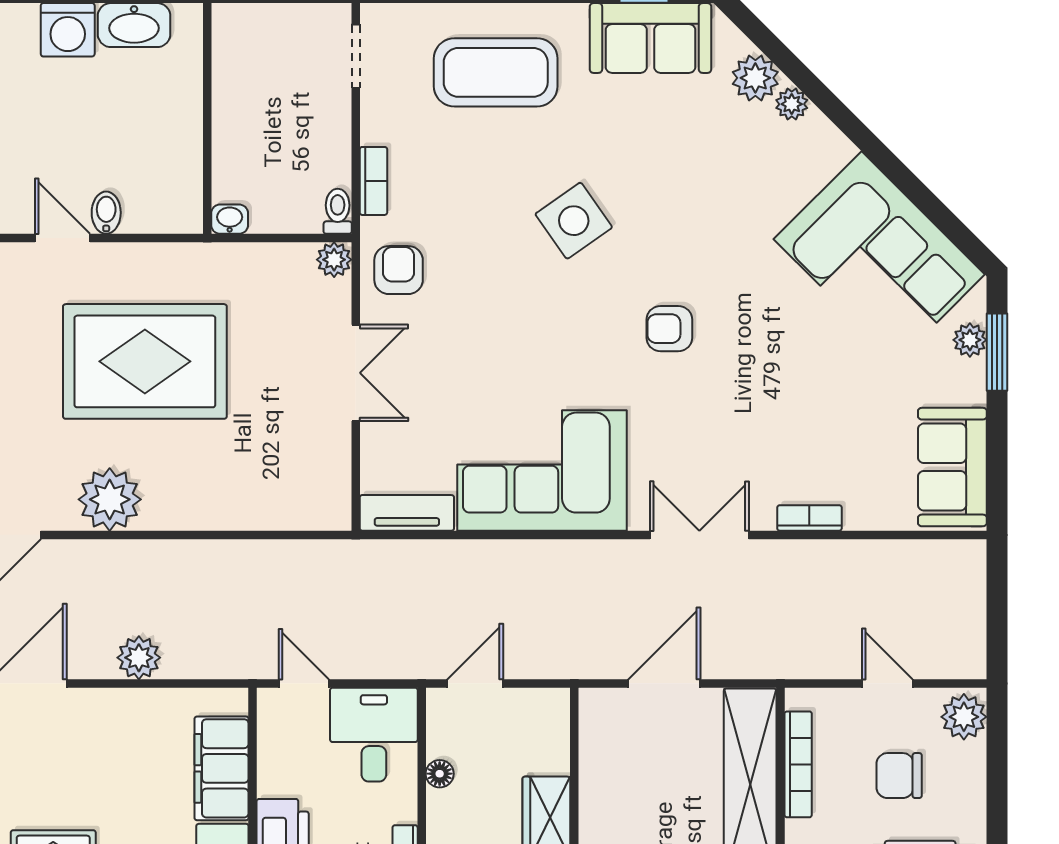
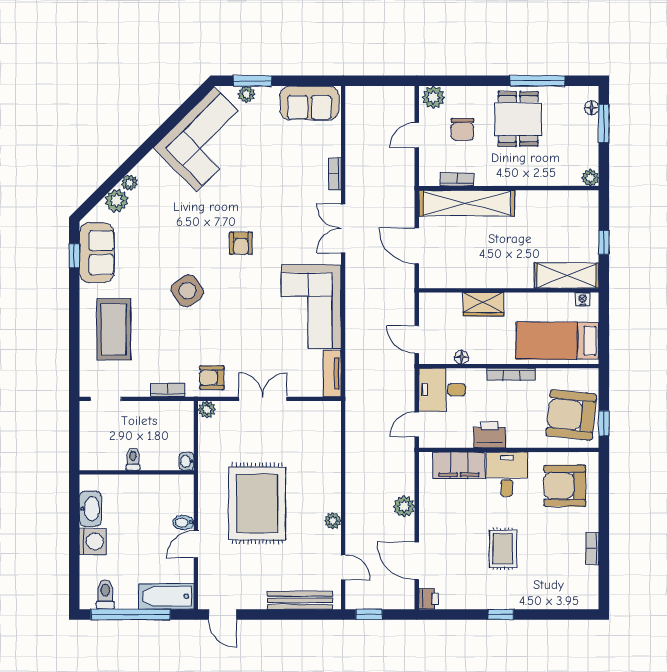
toilet: (338, 211) -> (133, 459), moved, turned 90
plant: (110, 499) -> (333, 521), width x0.53, depth x0.53
bookcase: (798, 764) -> (457, 179), width x0.64

